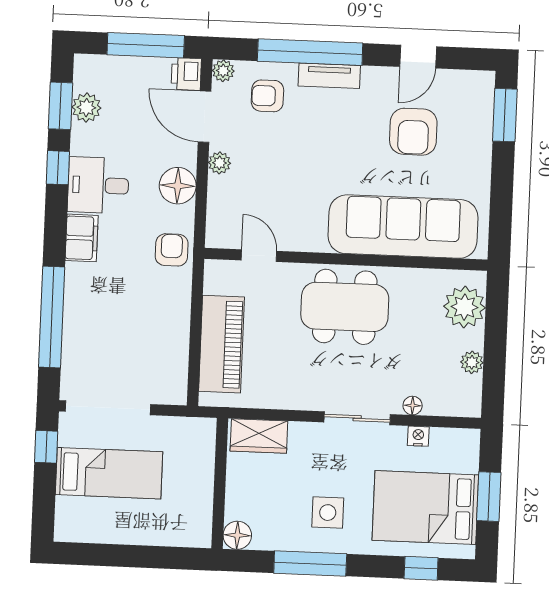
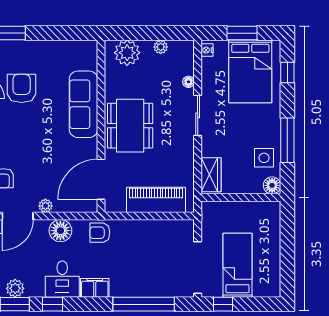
armchair: (413, 132) -> (22, 88), turned -90
sofa: (403, 227) -> (83, 104), width x0.74, depth x0.79
door: (259, 256) -> (101, 179), width x1.88
nightstand: (418, 436) -> (207, 50), moved
side table: (328, 513) -> (264, 158), moved

